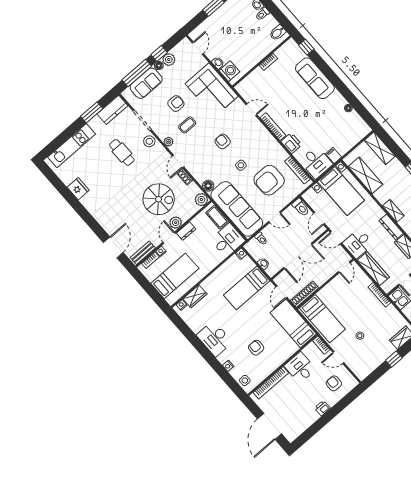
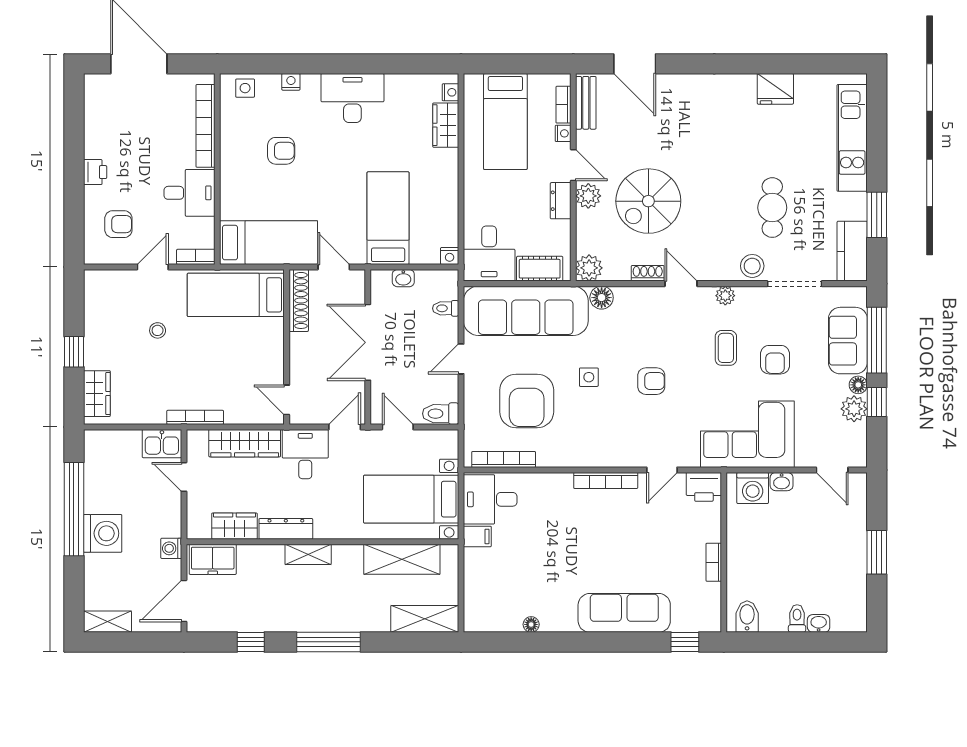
printer: (291, 143) -> (704, 487), moved
cafe table: (122, 152) -> (772, 208), turned 90
armchair: (269, 180) -> (527, 401), turned 180

